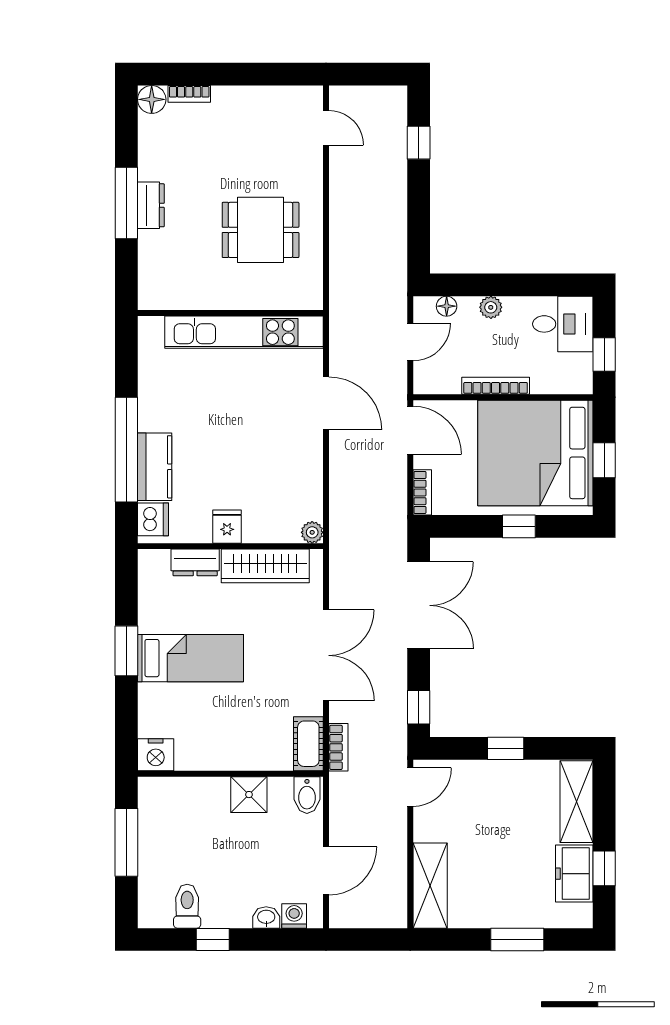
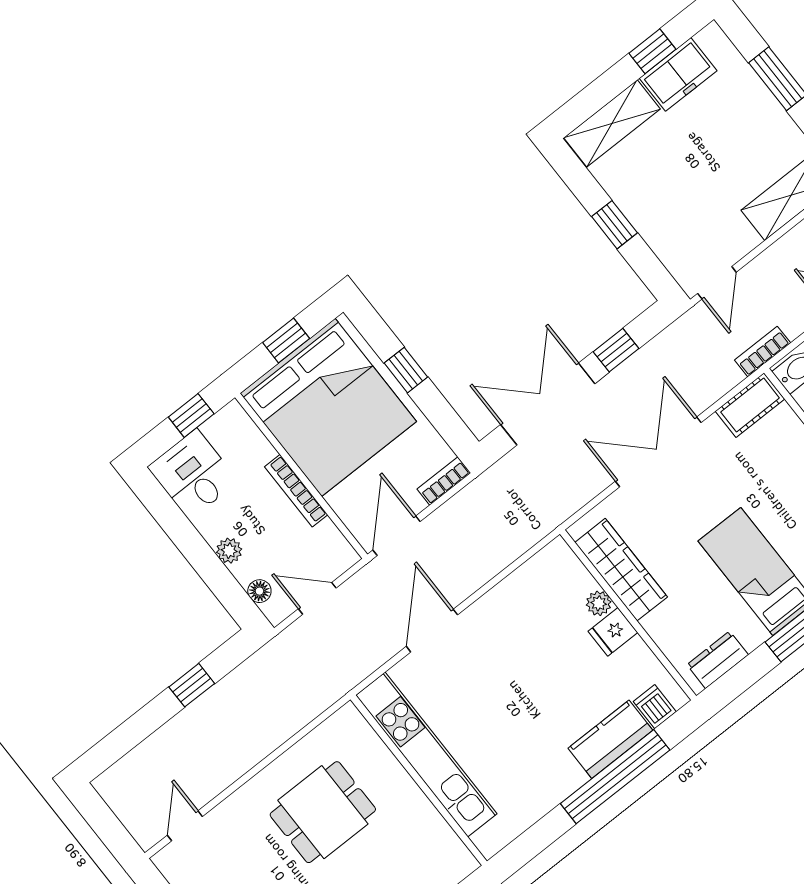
window: (419, 143) -> (192, 685), moved
dining table: (261, 230) -> (323, 812), turned 90
dishwasher: (153, 519) -> (655, 707), width x0.73
plant: (312, 532) -> (599, 603), moved
dresser: (195, 562) -> (718, 660), moved, turned -90
window: (419, 707) -> (616, 350), moved
bookcase: (338, 747) -> (763, 351), moved
door: (410, 787) -> (717, 283), swing flipped

